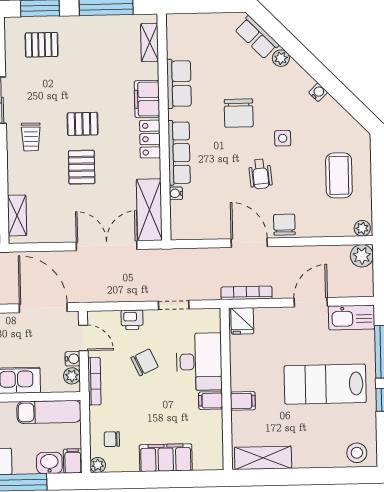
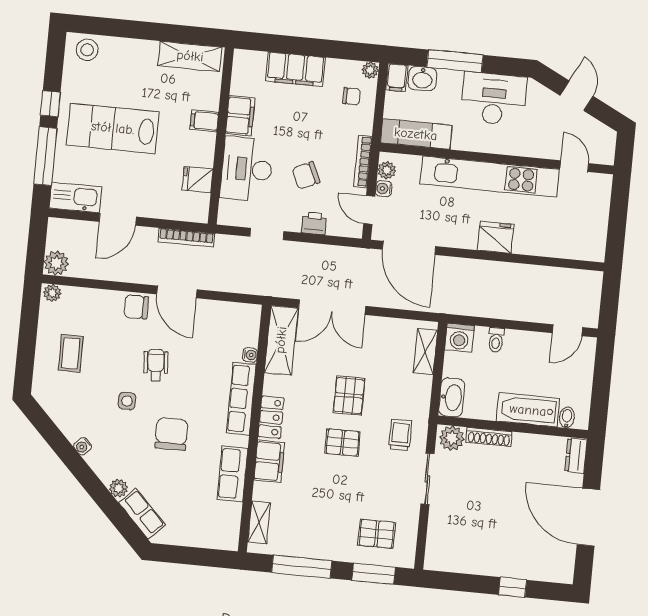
coffee table: (339, 175) -> (71, 353), width x0.73, depth x0.77
chair: (284, 225) -> (136, 307), turned 90
fridge: (242, 321) -> (198, 180), moved, turned -90
lab bench: (325, 384) -> (113, 128), turned 180
filing cabinet: (211, 401) -> (240, 116), width x2.00

